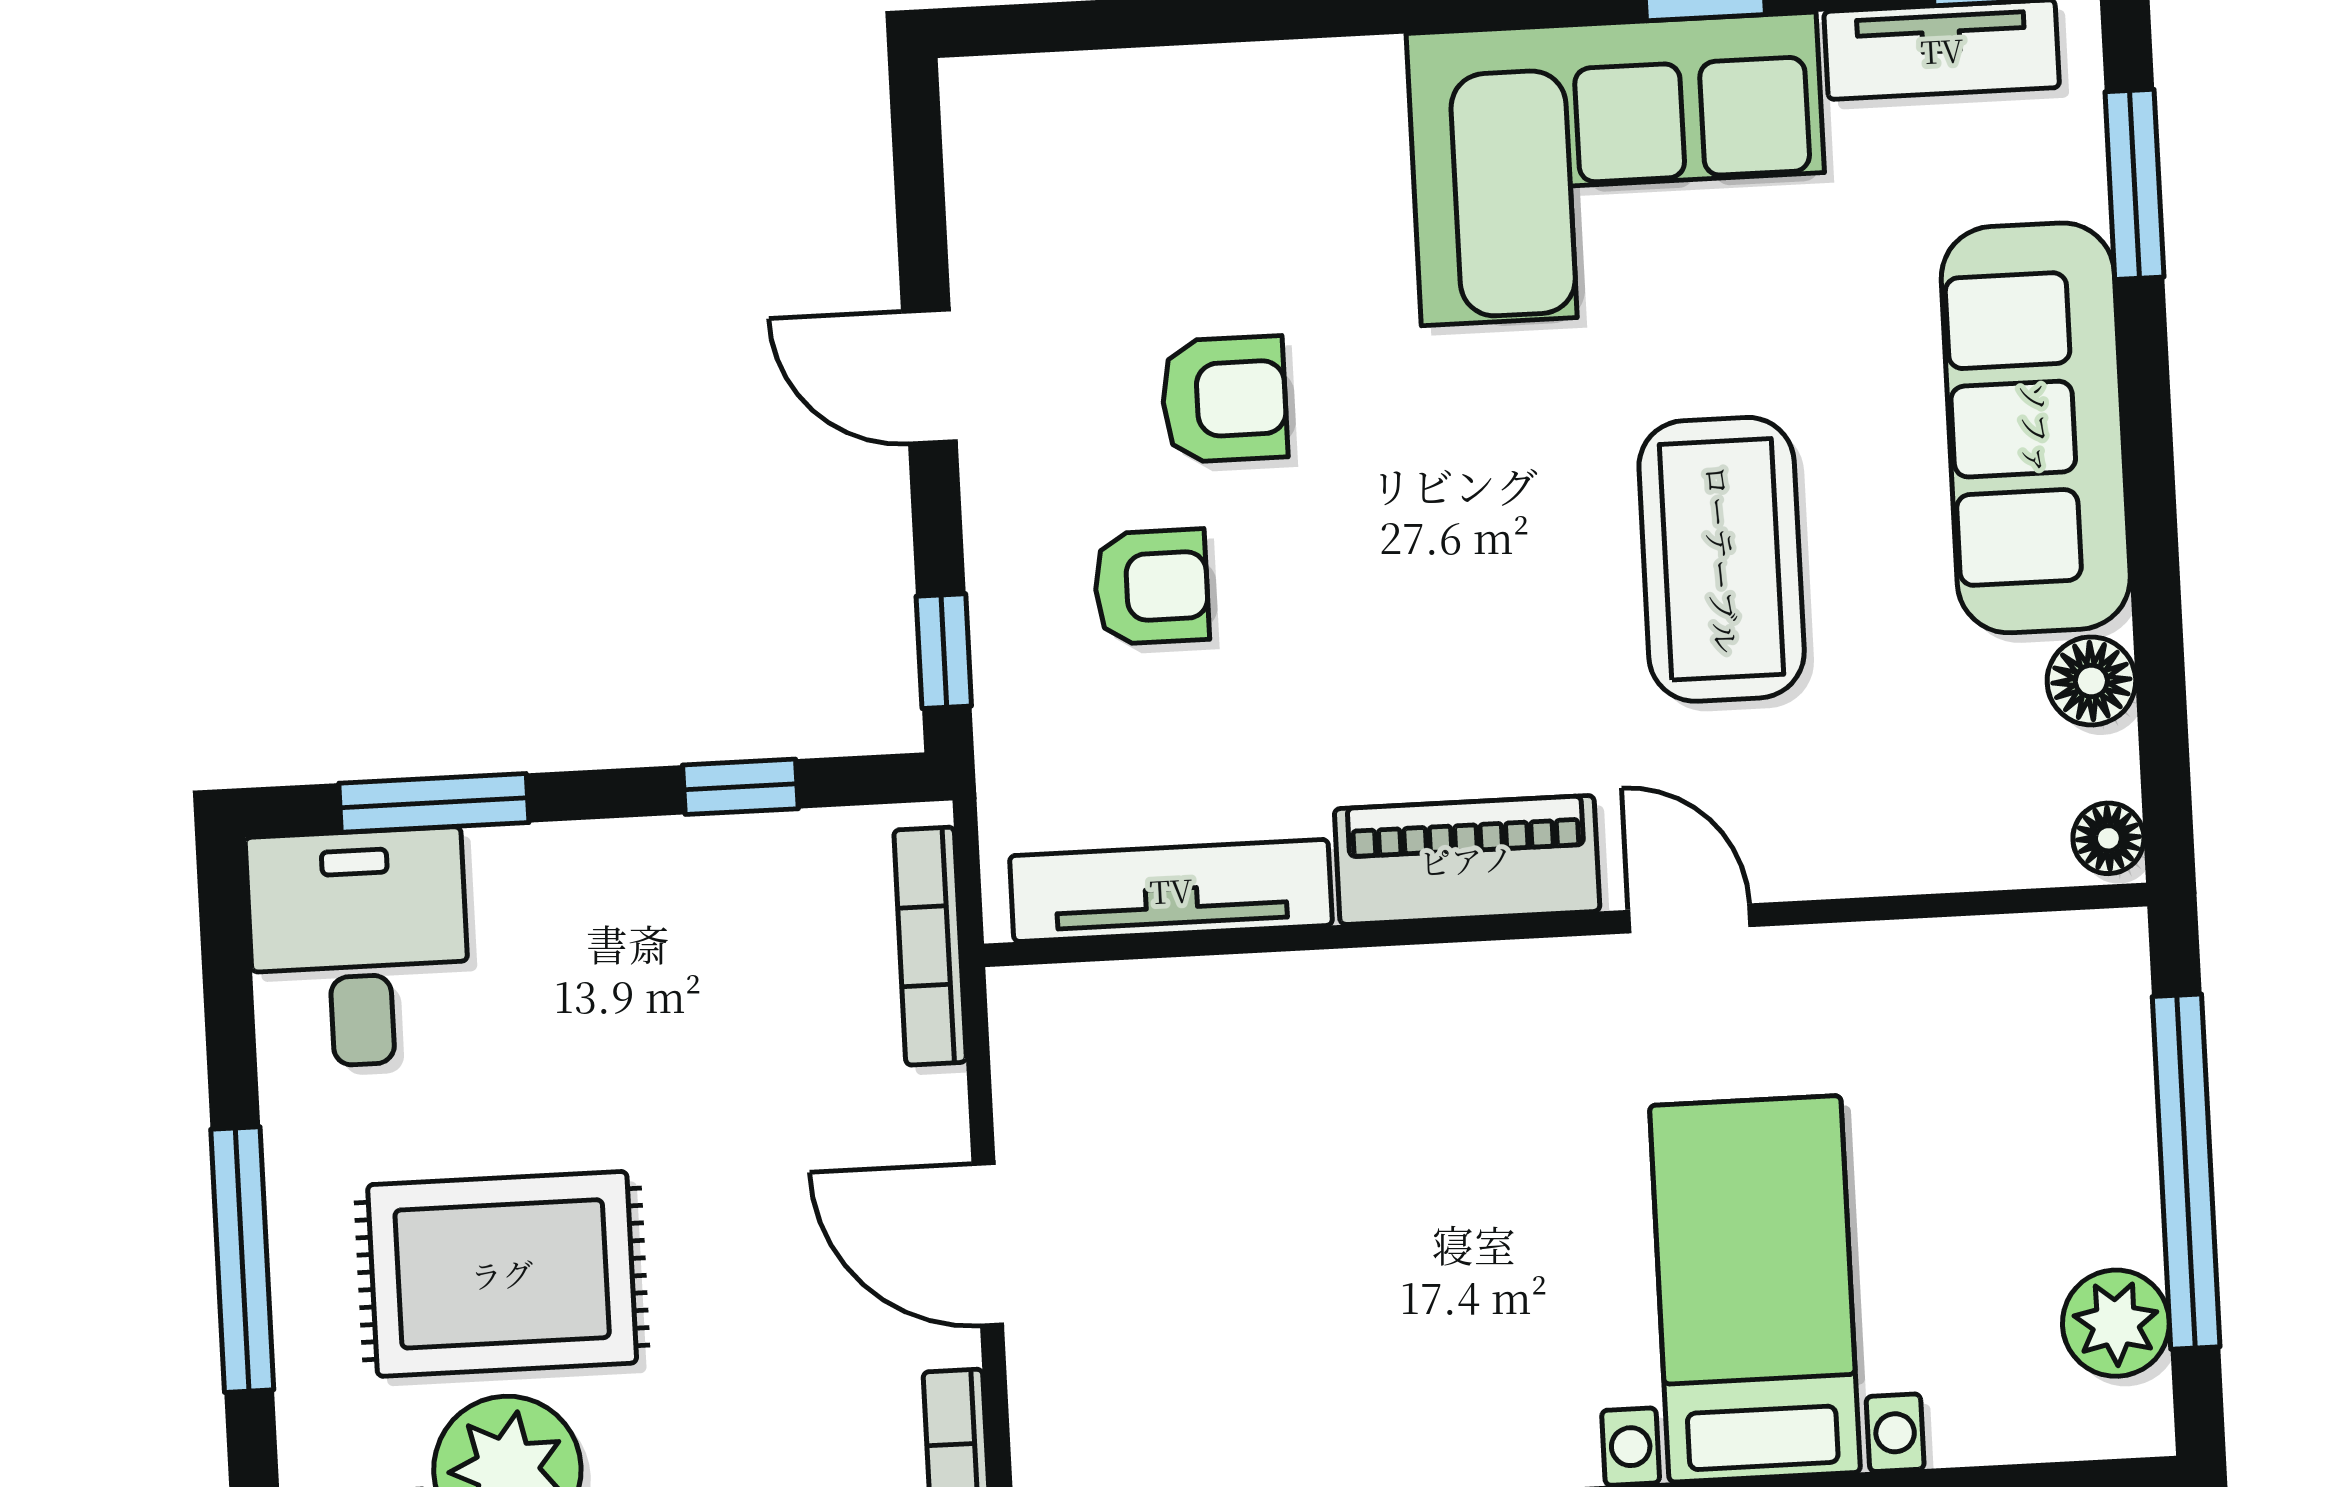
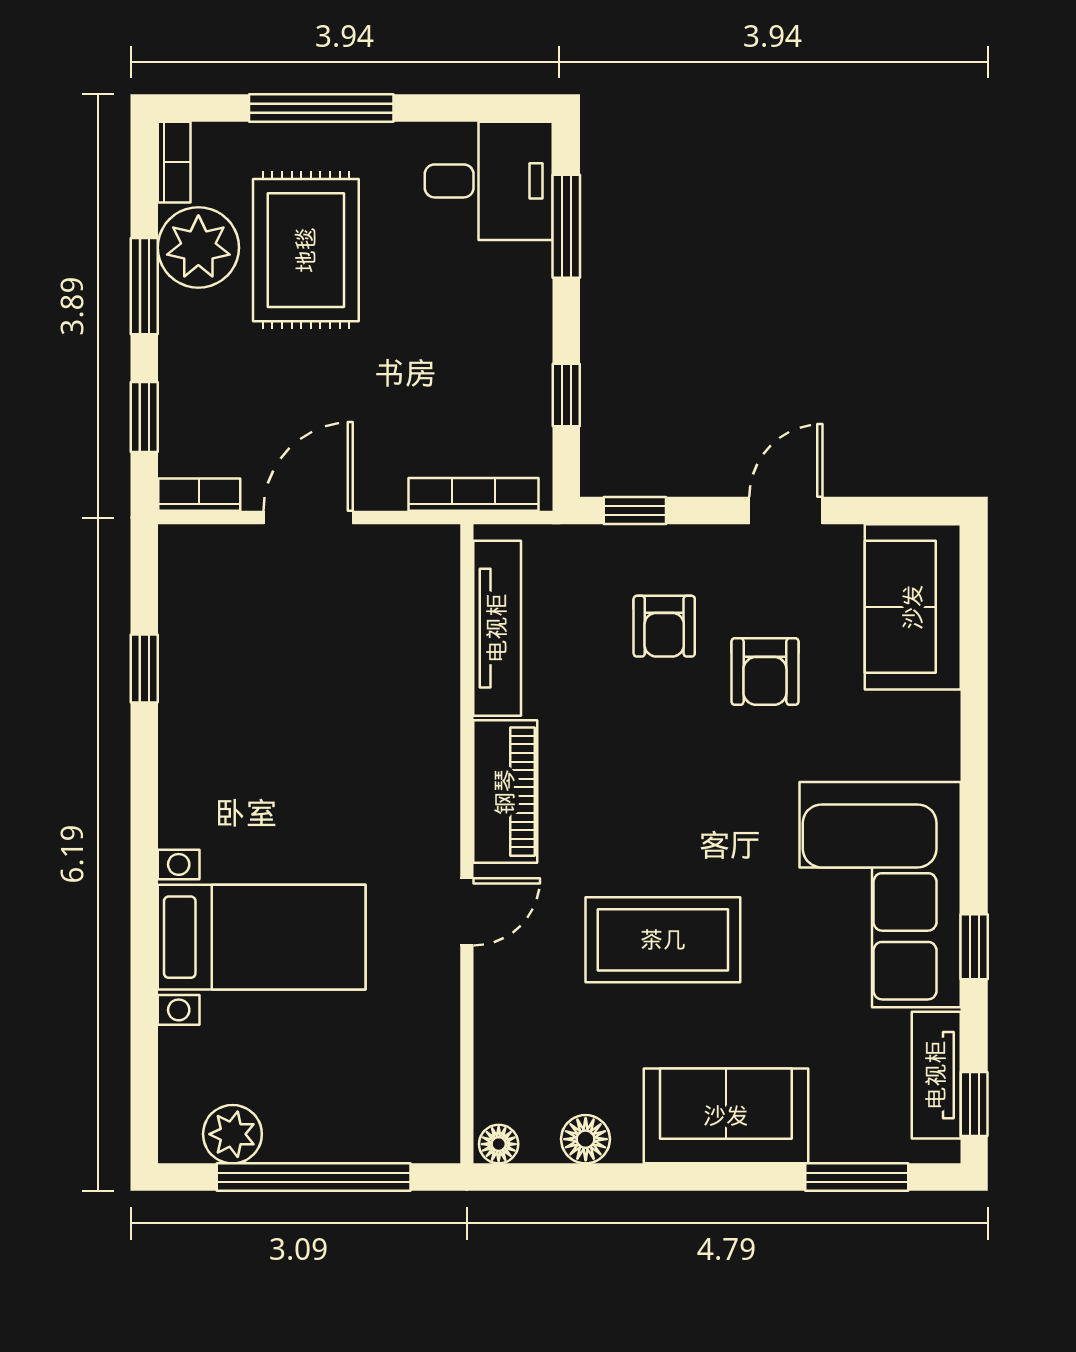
sofa: (1092, 137) -> (913, 607), added
sofa: (2036, 428) -> (726, 1116), width x0.73

